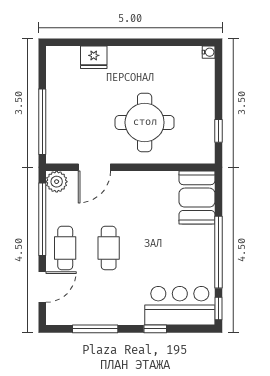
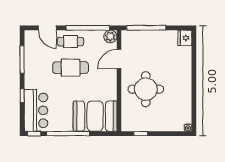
fridge: (94, 57) -> (185, 38), moved
door: (94, 167) -> (119, 59), hinge flipped
booth: (197, 198) -> (95, 116), width x1.36, depth x1.42
cafe table: (109, 248) -> (71, 68), width x1.37, depth x1.35

